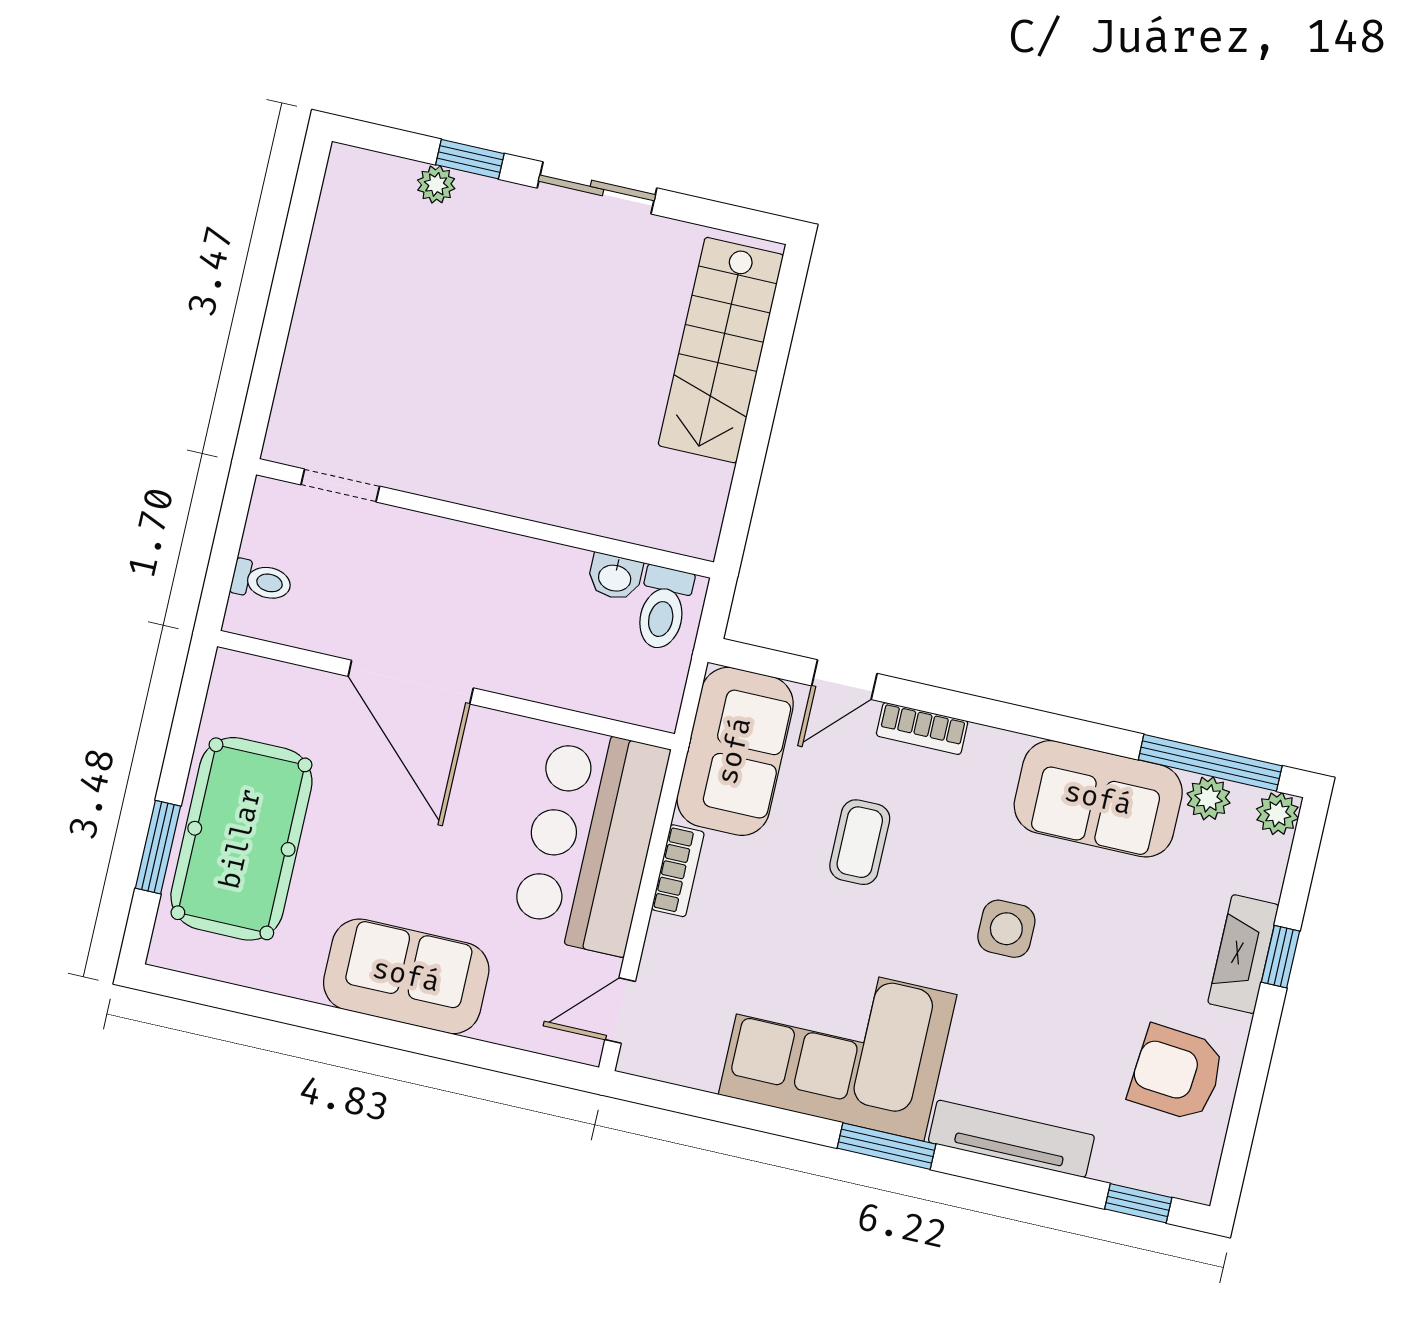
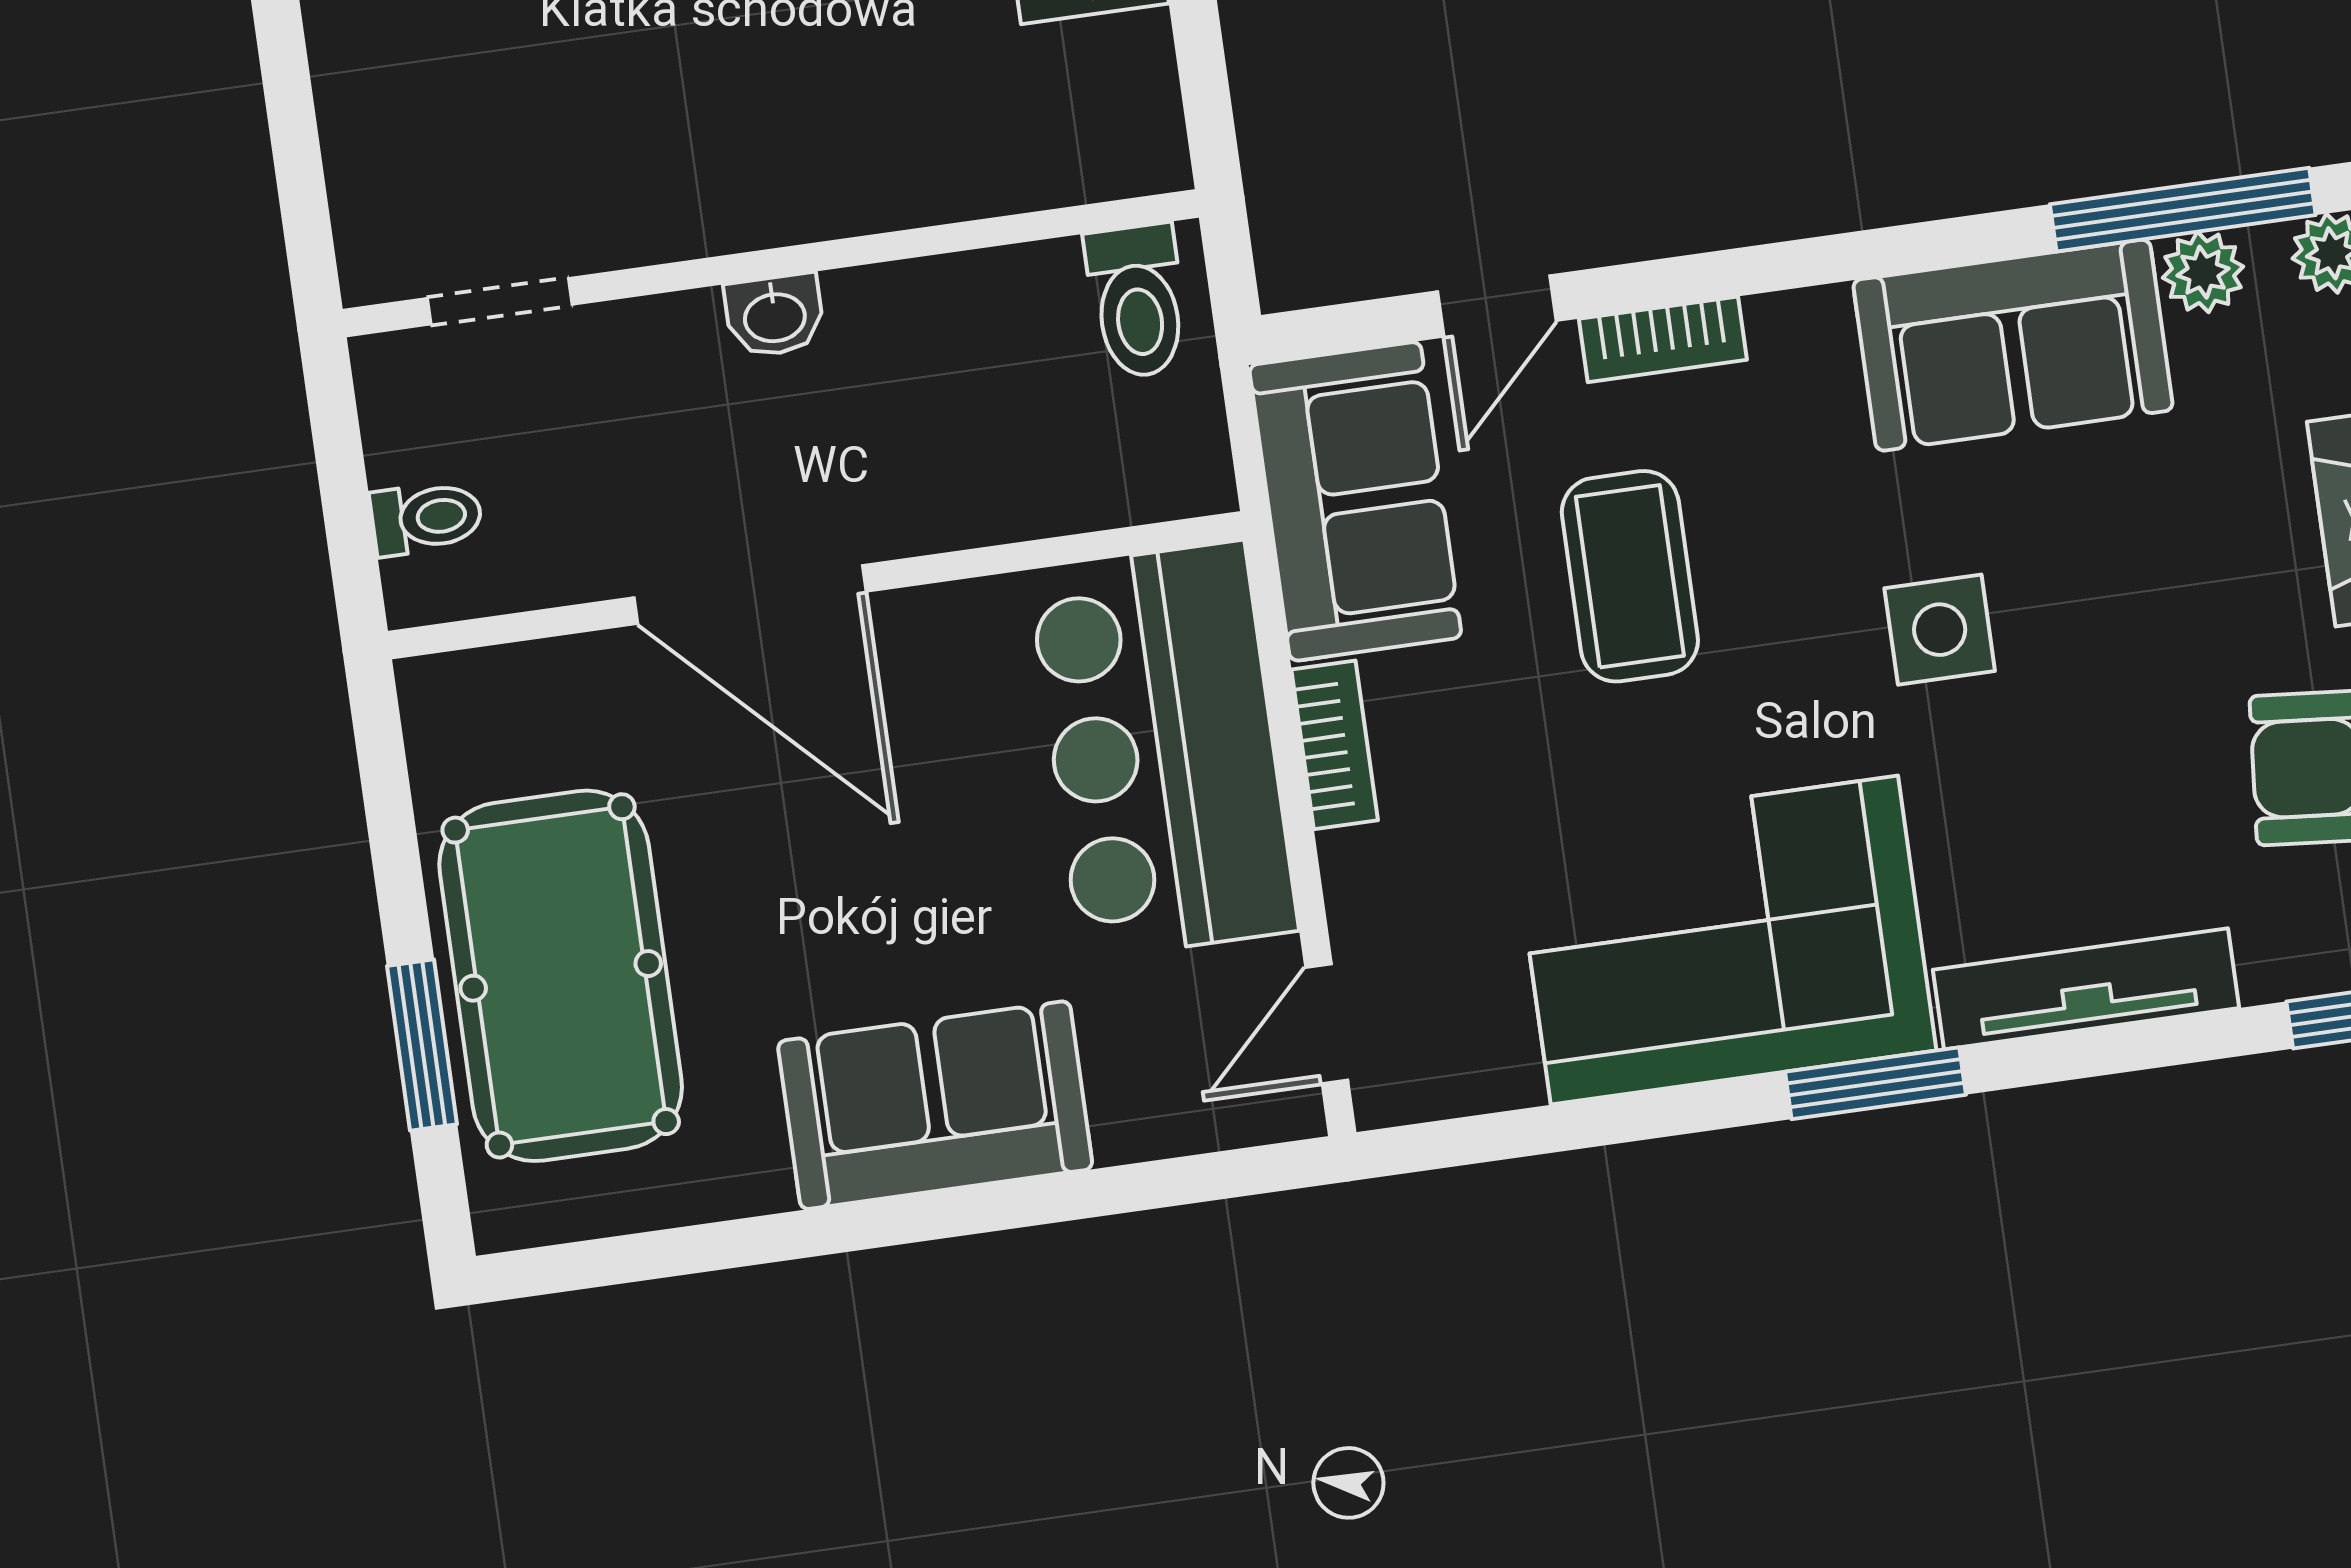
washbasin: (615, 577) -> (775, 315), moved
coffee table: (860, 842) -> (1630, 576), width x1.36, depth x1.30

